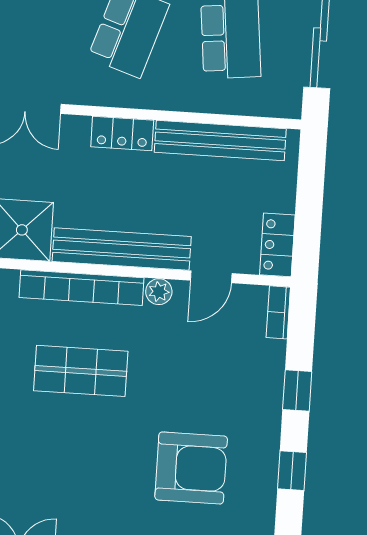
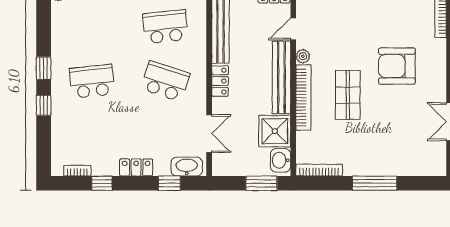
door: (211, 277) -> (293, 29), swing flipped
armchair: (191, 468) -> (397, 66), moved, turned -90

